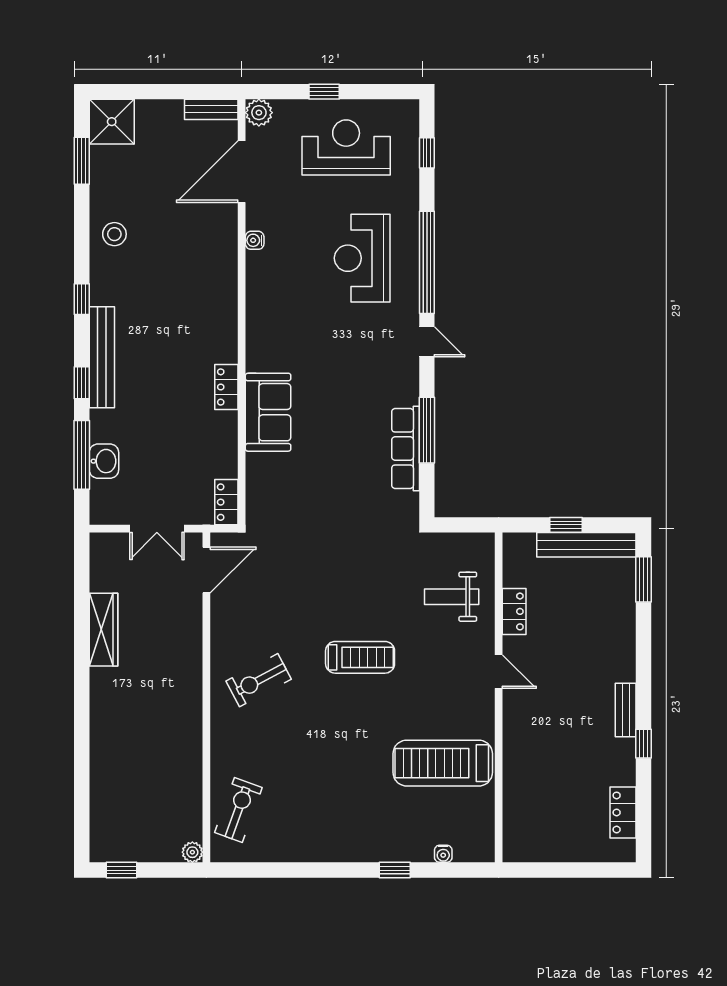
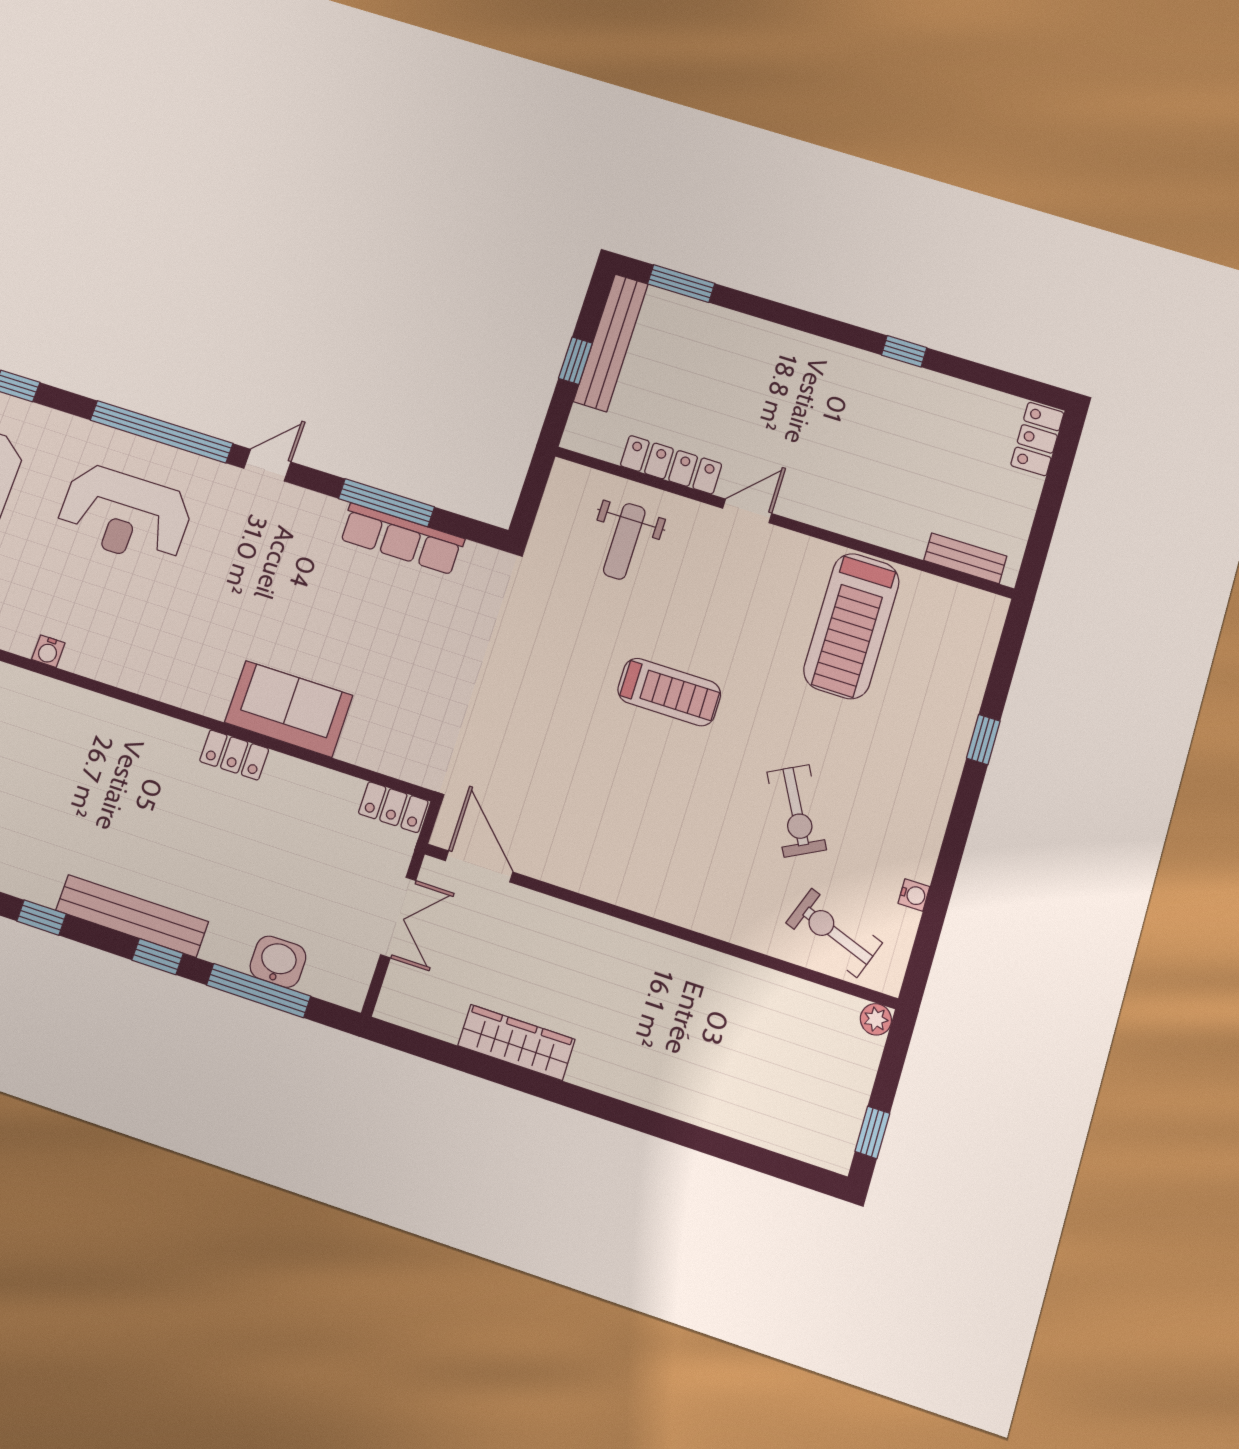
locker: (514, 611) -> (671, 465), width x1.53
treadmill: (360, 657) -> (669, 692), turned 90
exercise bike: (259, 680) -> (797, 811), moved
bench: (626, 710) -> (965, 558), moved
locker: (623, 812) -> (1037, 439), moved, turned 90
water cooler: (443, 854) -> (914, 895), moved

